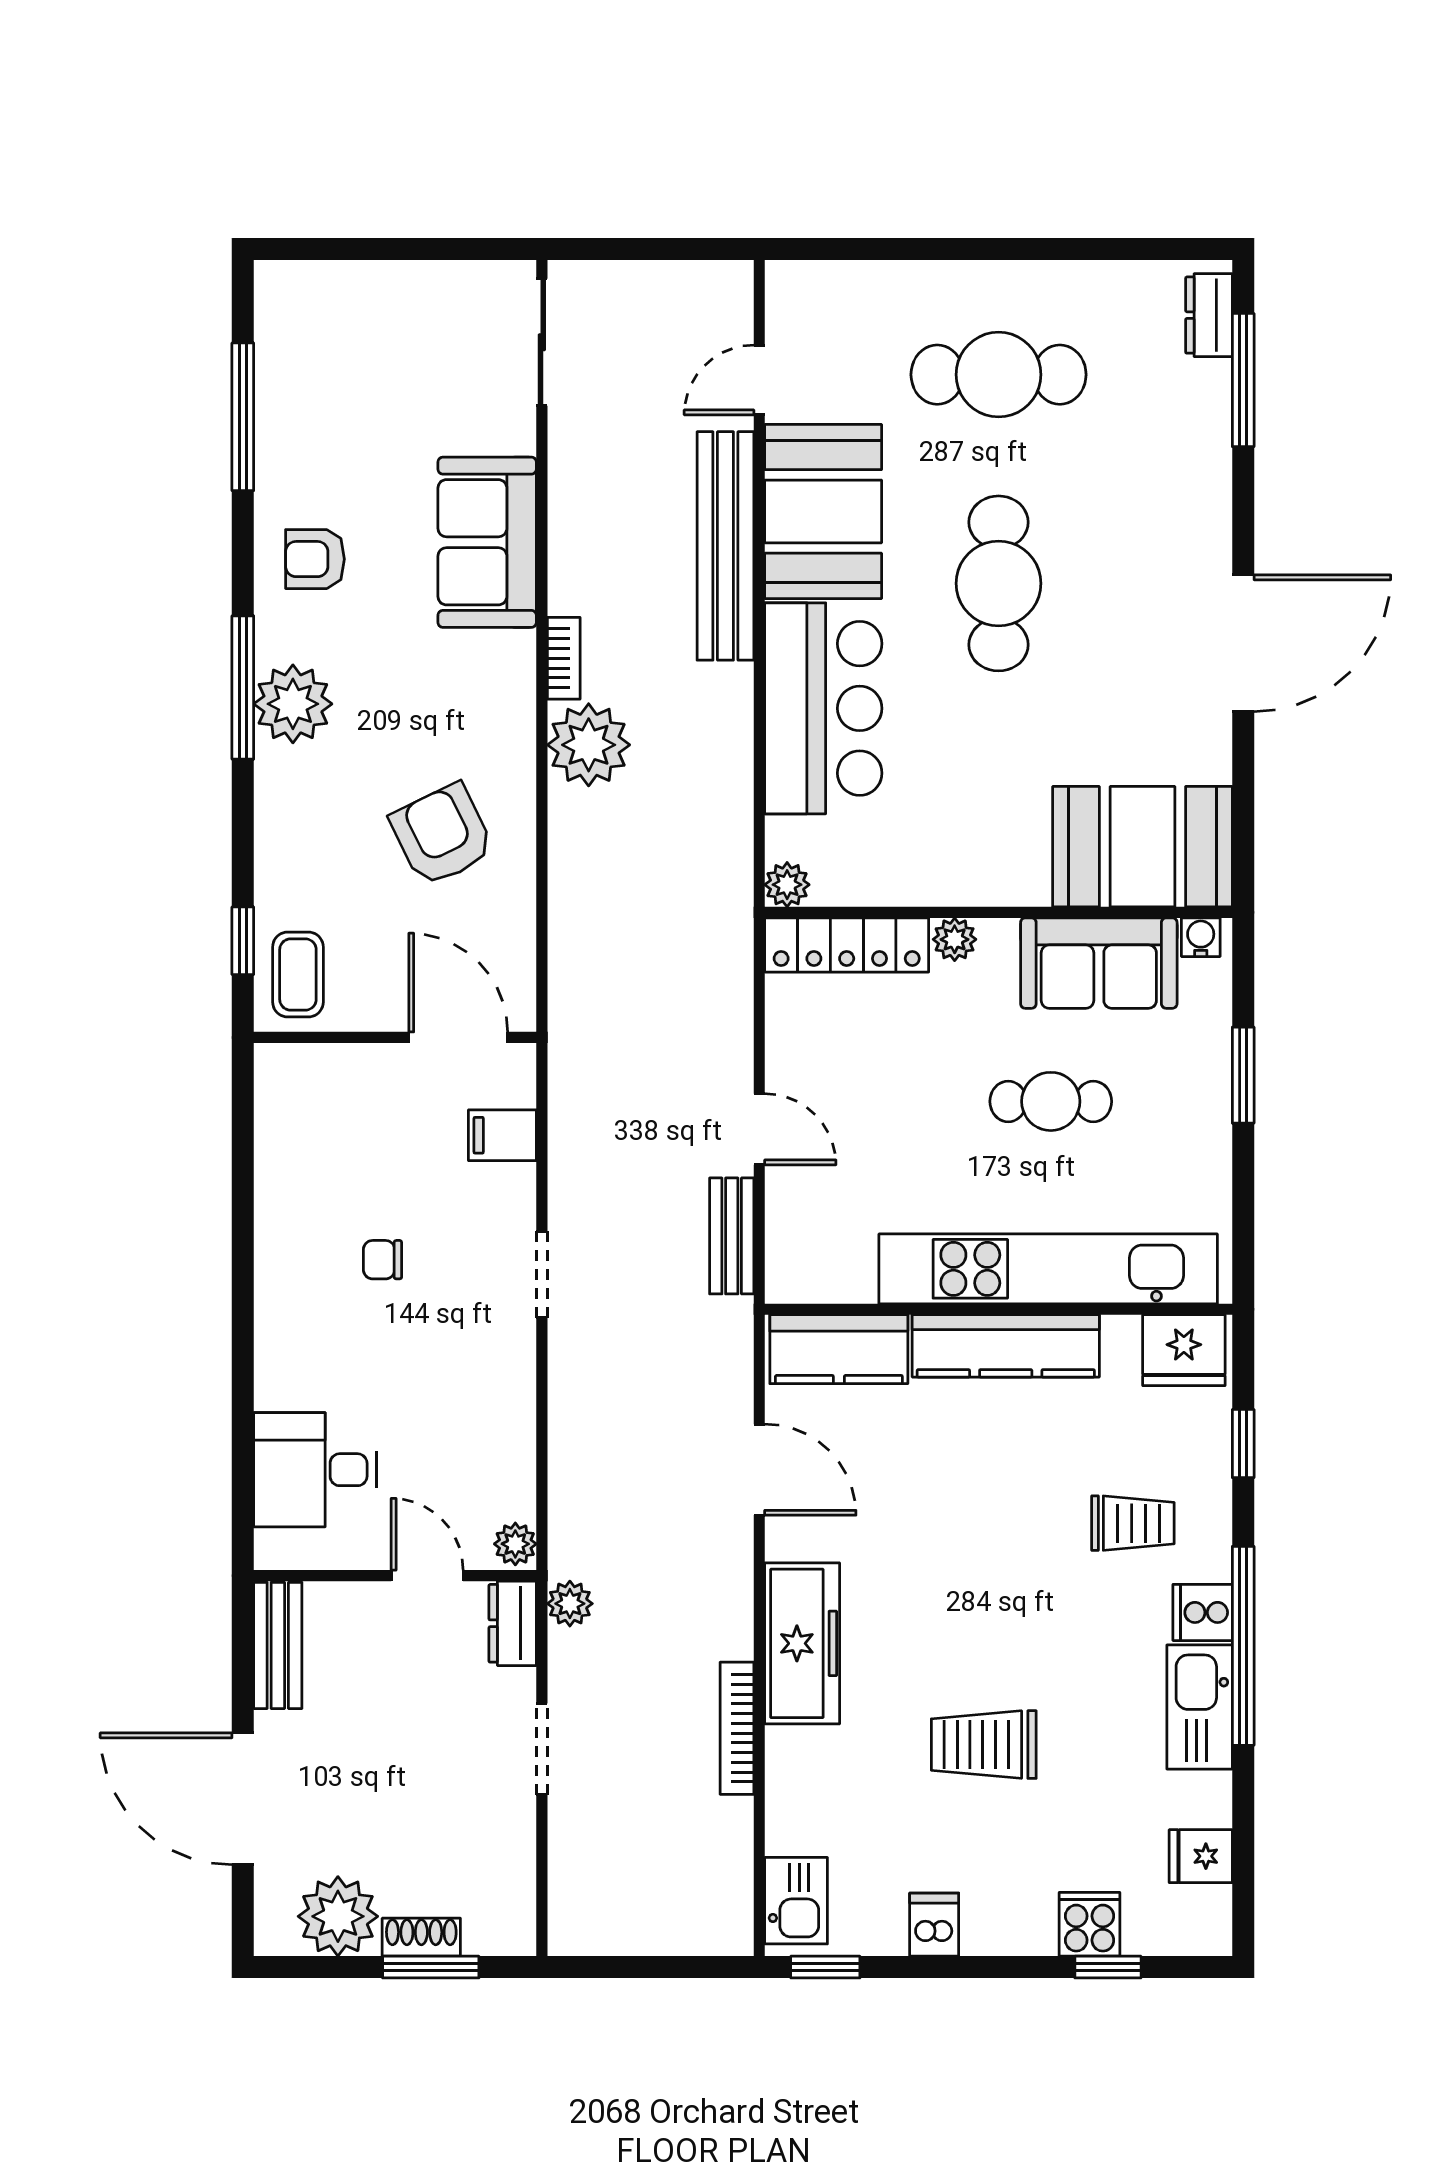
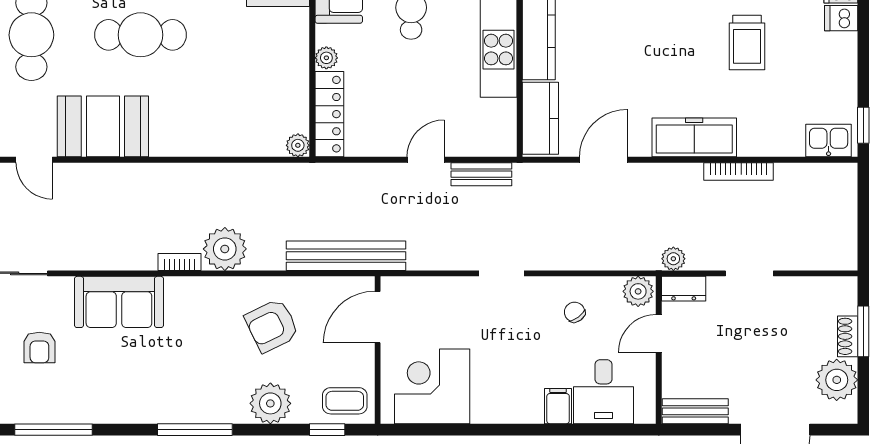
bench: (725, 546) -> (346, 256), moved
armchair: (315, 559) -> (39, 348), moved
plant: (293, 704) -> (270, 403), moved
bar counter: (823, 708) -> (206, 126), removed
filing cabinet: (502, 1135) -> (558, 406), moved, turned 180
corner desk: (325, 1142) -> (432, 386), added
chair: (383, 1260) -> (575, 312), moved, turned 143
plant: (515, 1544) -> (638, 291), width x1.38, depth x1.38
dishwasher: (934, 1925) -> (841, 18), moved

